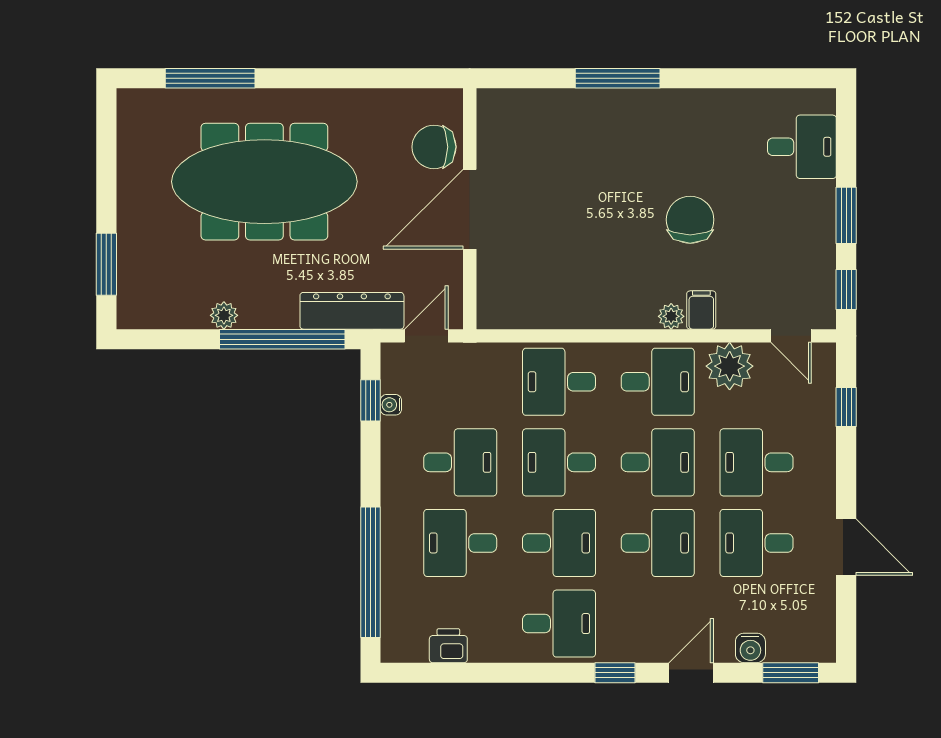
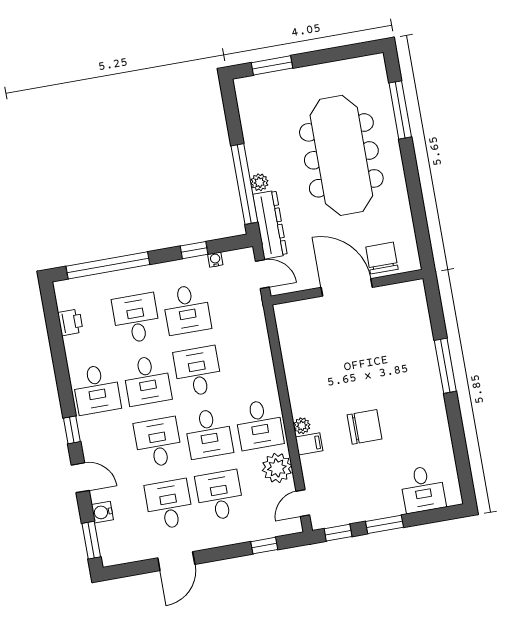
plant: (224, 315) -> (259, 182), moved
desk: (559, 382) -> (248, 363), removed
window: (371, 400) -> (194, 250), moved
desk: (658, 543) -> (158, 442), turned 180

